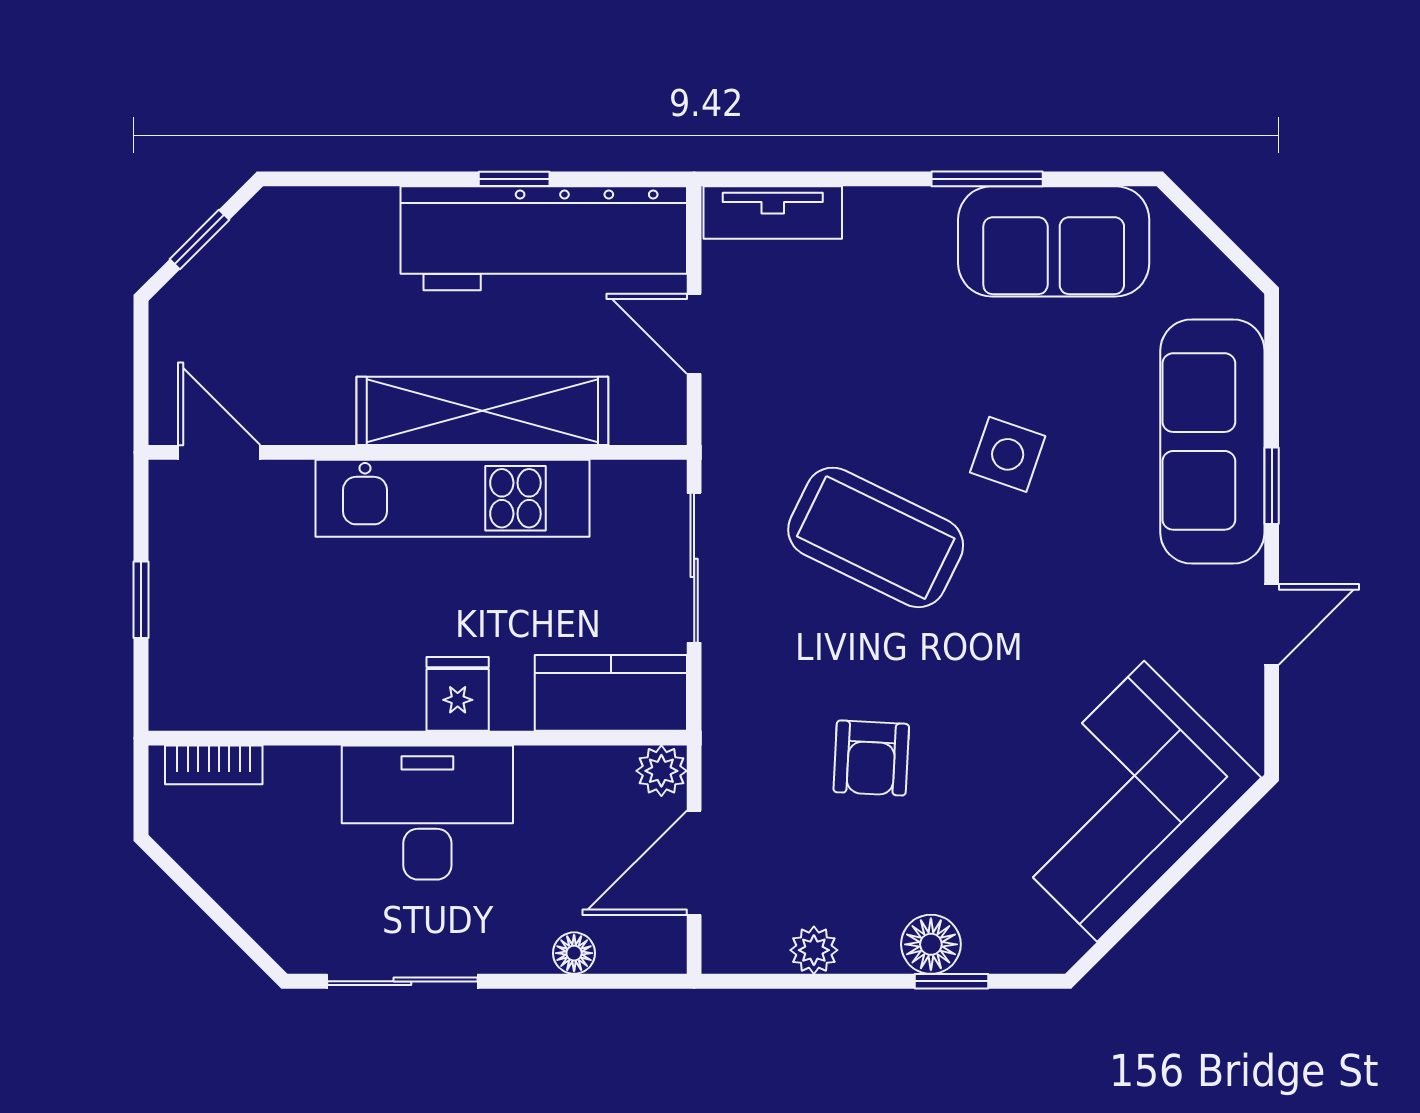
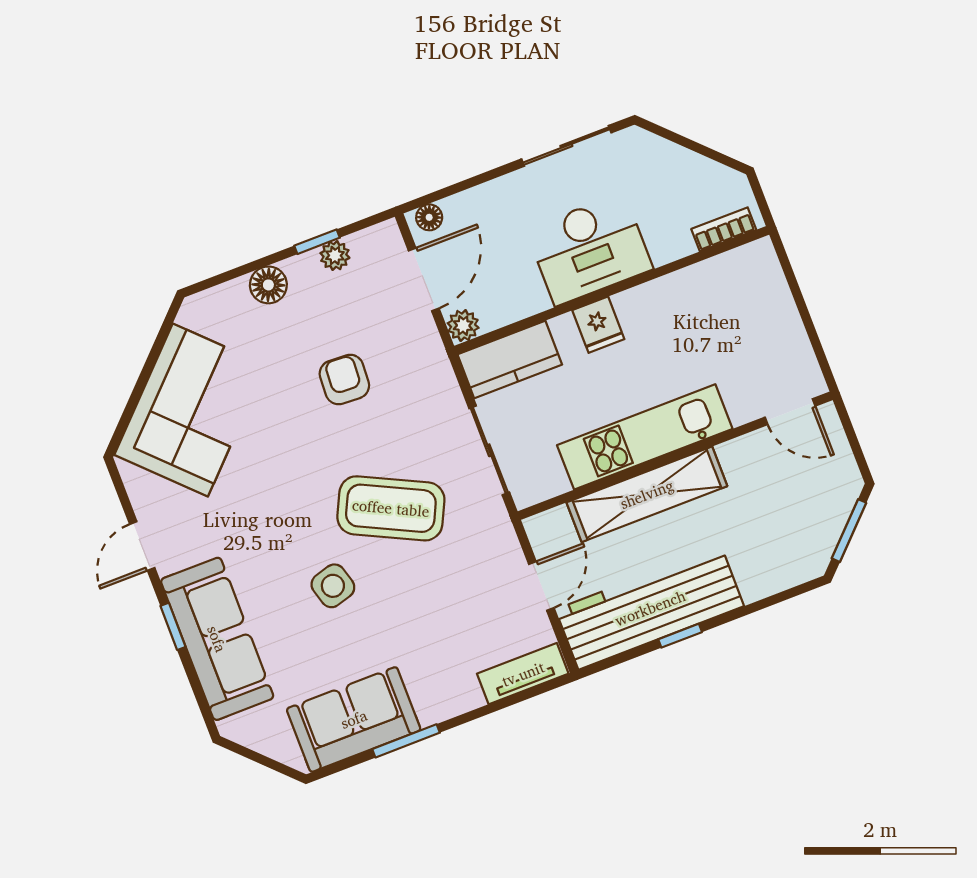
window: (199, 239) -> (849, 531), width x1.50
door: (694, 334) -> (541, 586), hinge flipped
side table: (1008, 454) -> (333, 586), turned -35
window: (141, 600) -> (803, 309), removed
floor lamp: (574, 953) -> (429, 217), moved
window: (951, 981) -> (317, 242), moved

